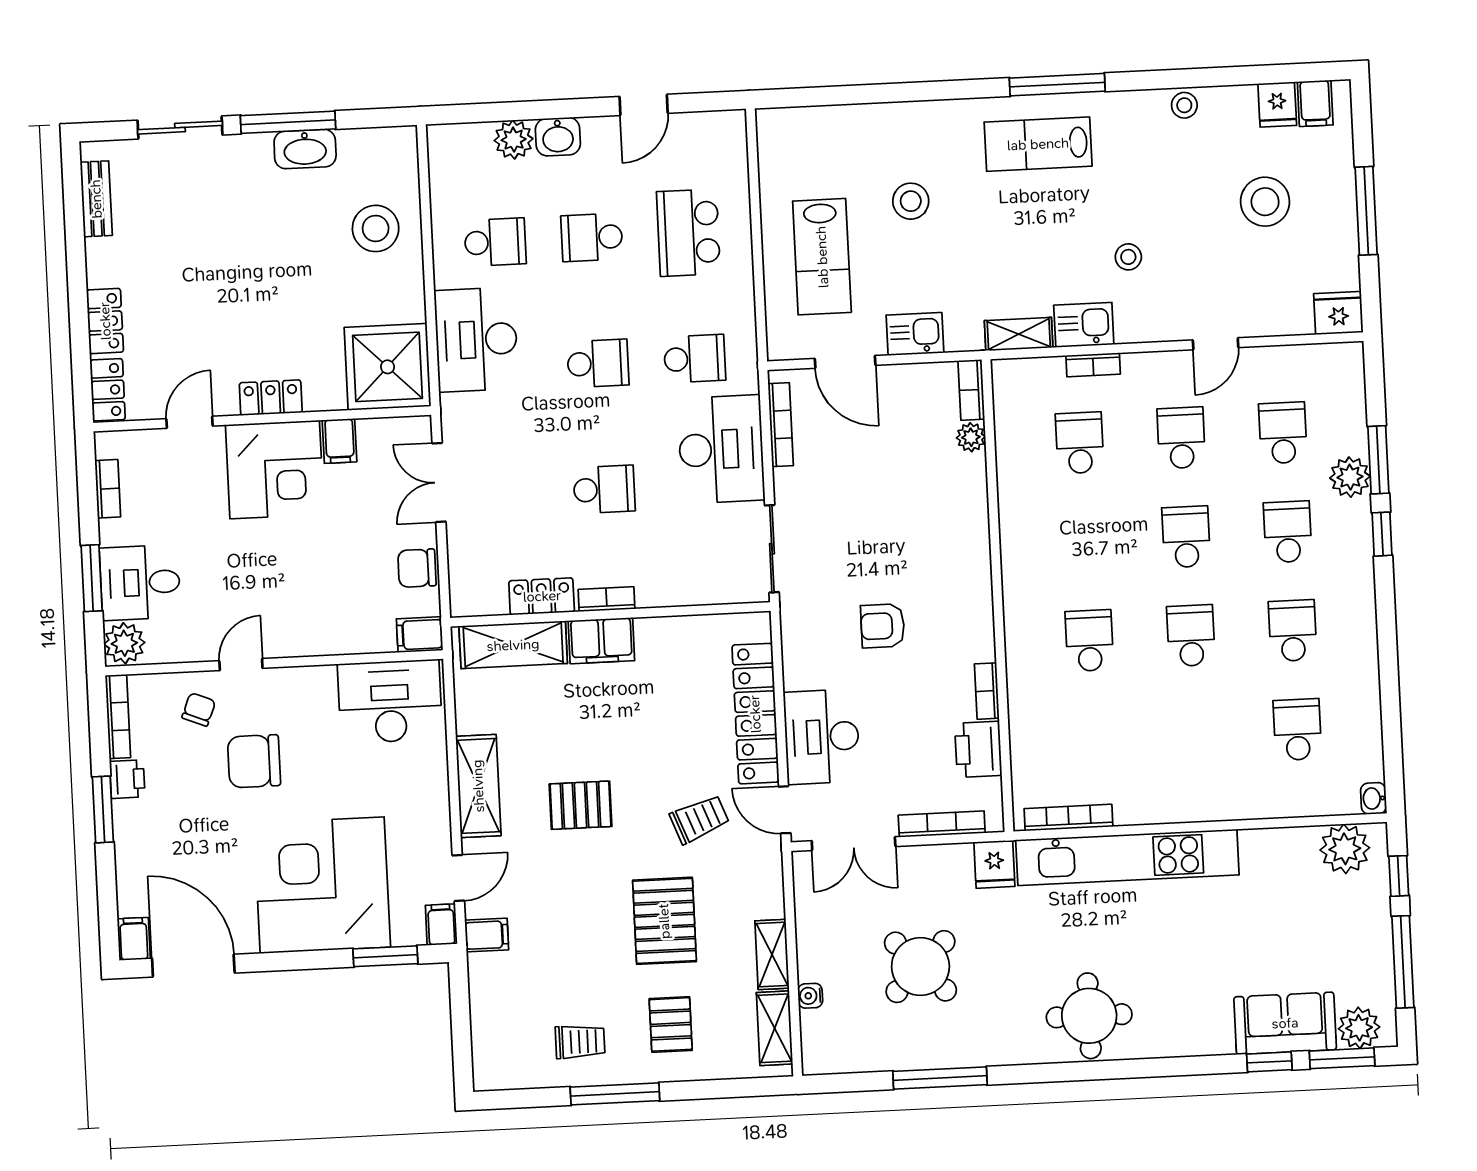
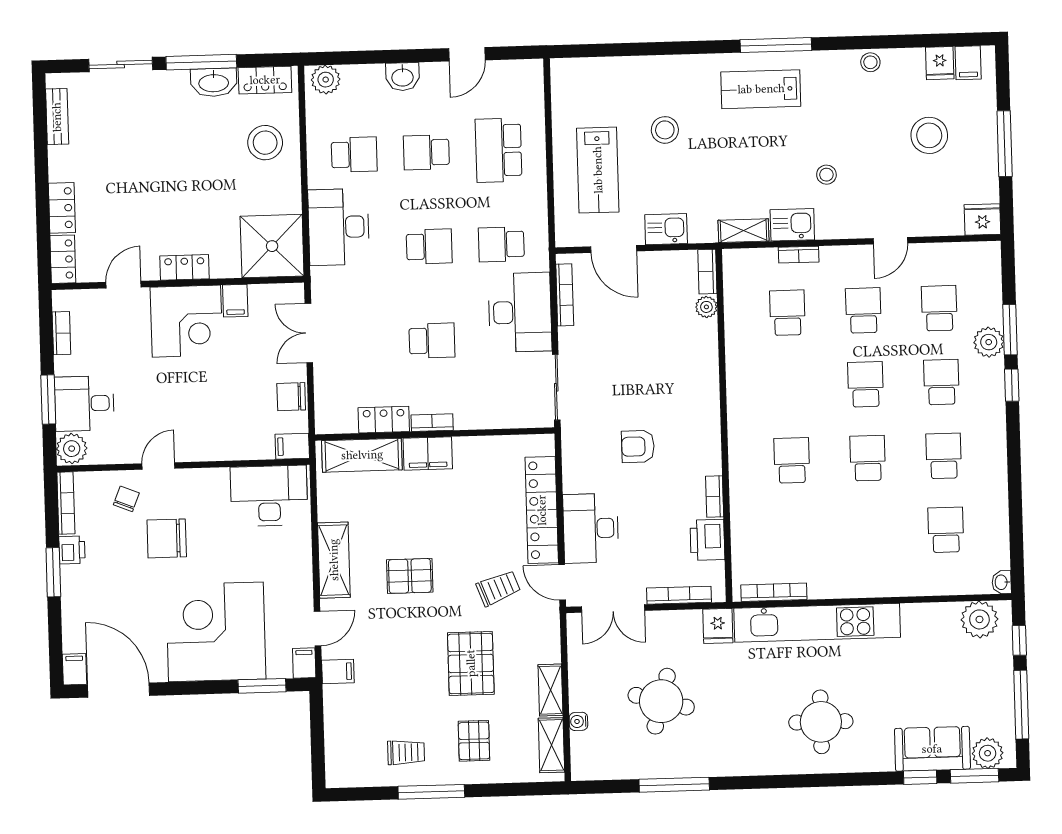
plant: (514, 140) -> (326, 80), moved
locker: (374, 145) -> (265, 80), added
school desk: (695, 359) -> (501, 244), turned 180
round table: (920, 967) -> (661, 701), turned -31
round table: (1089, 1016) -> (821, 722), moved

